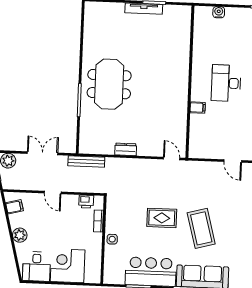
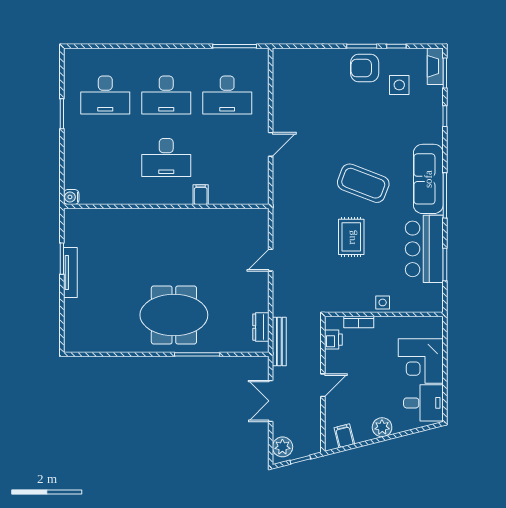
water cooler: (219, 12) -> (71, 197), moved
dresser: (126, 149) -> (261, 327), moved
door: (172, 158) -> (271, 260), moved
coffee table: (201, 228) -> (363, 183), turned 36

